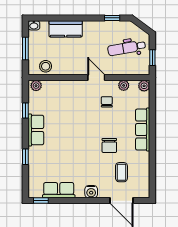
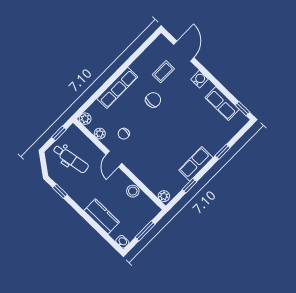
stool: (46, 66) -> (133, 191), moved

